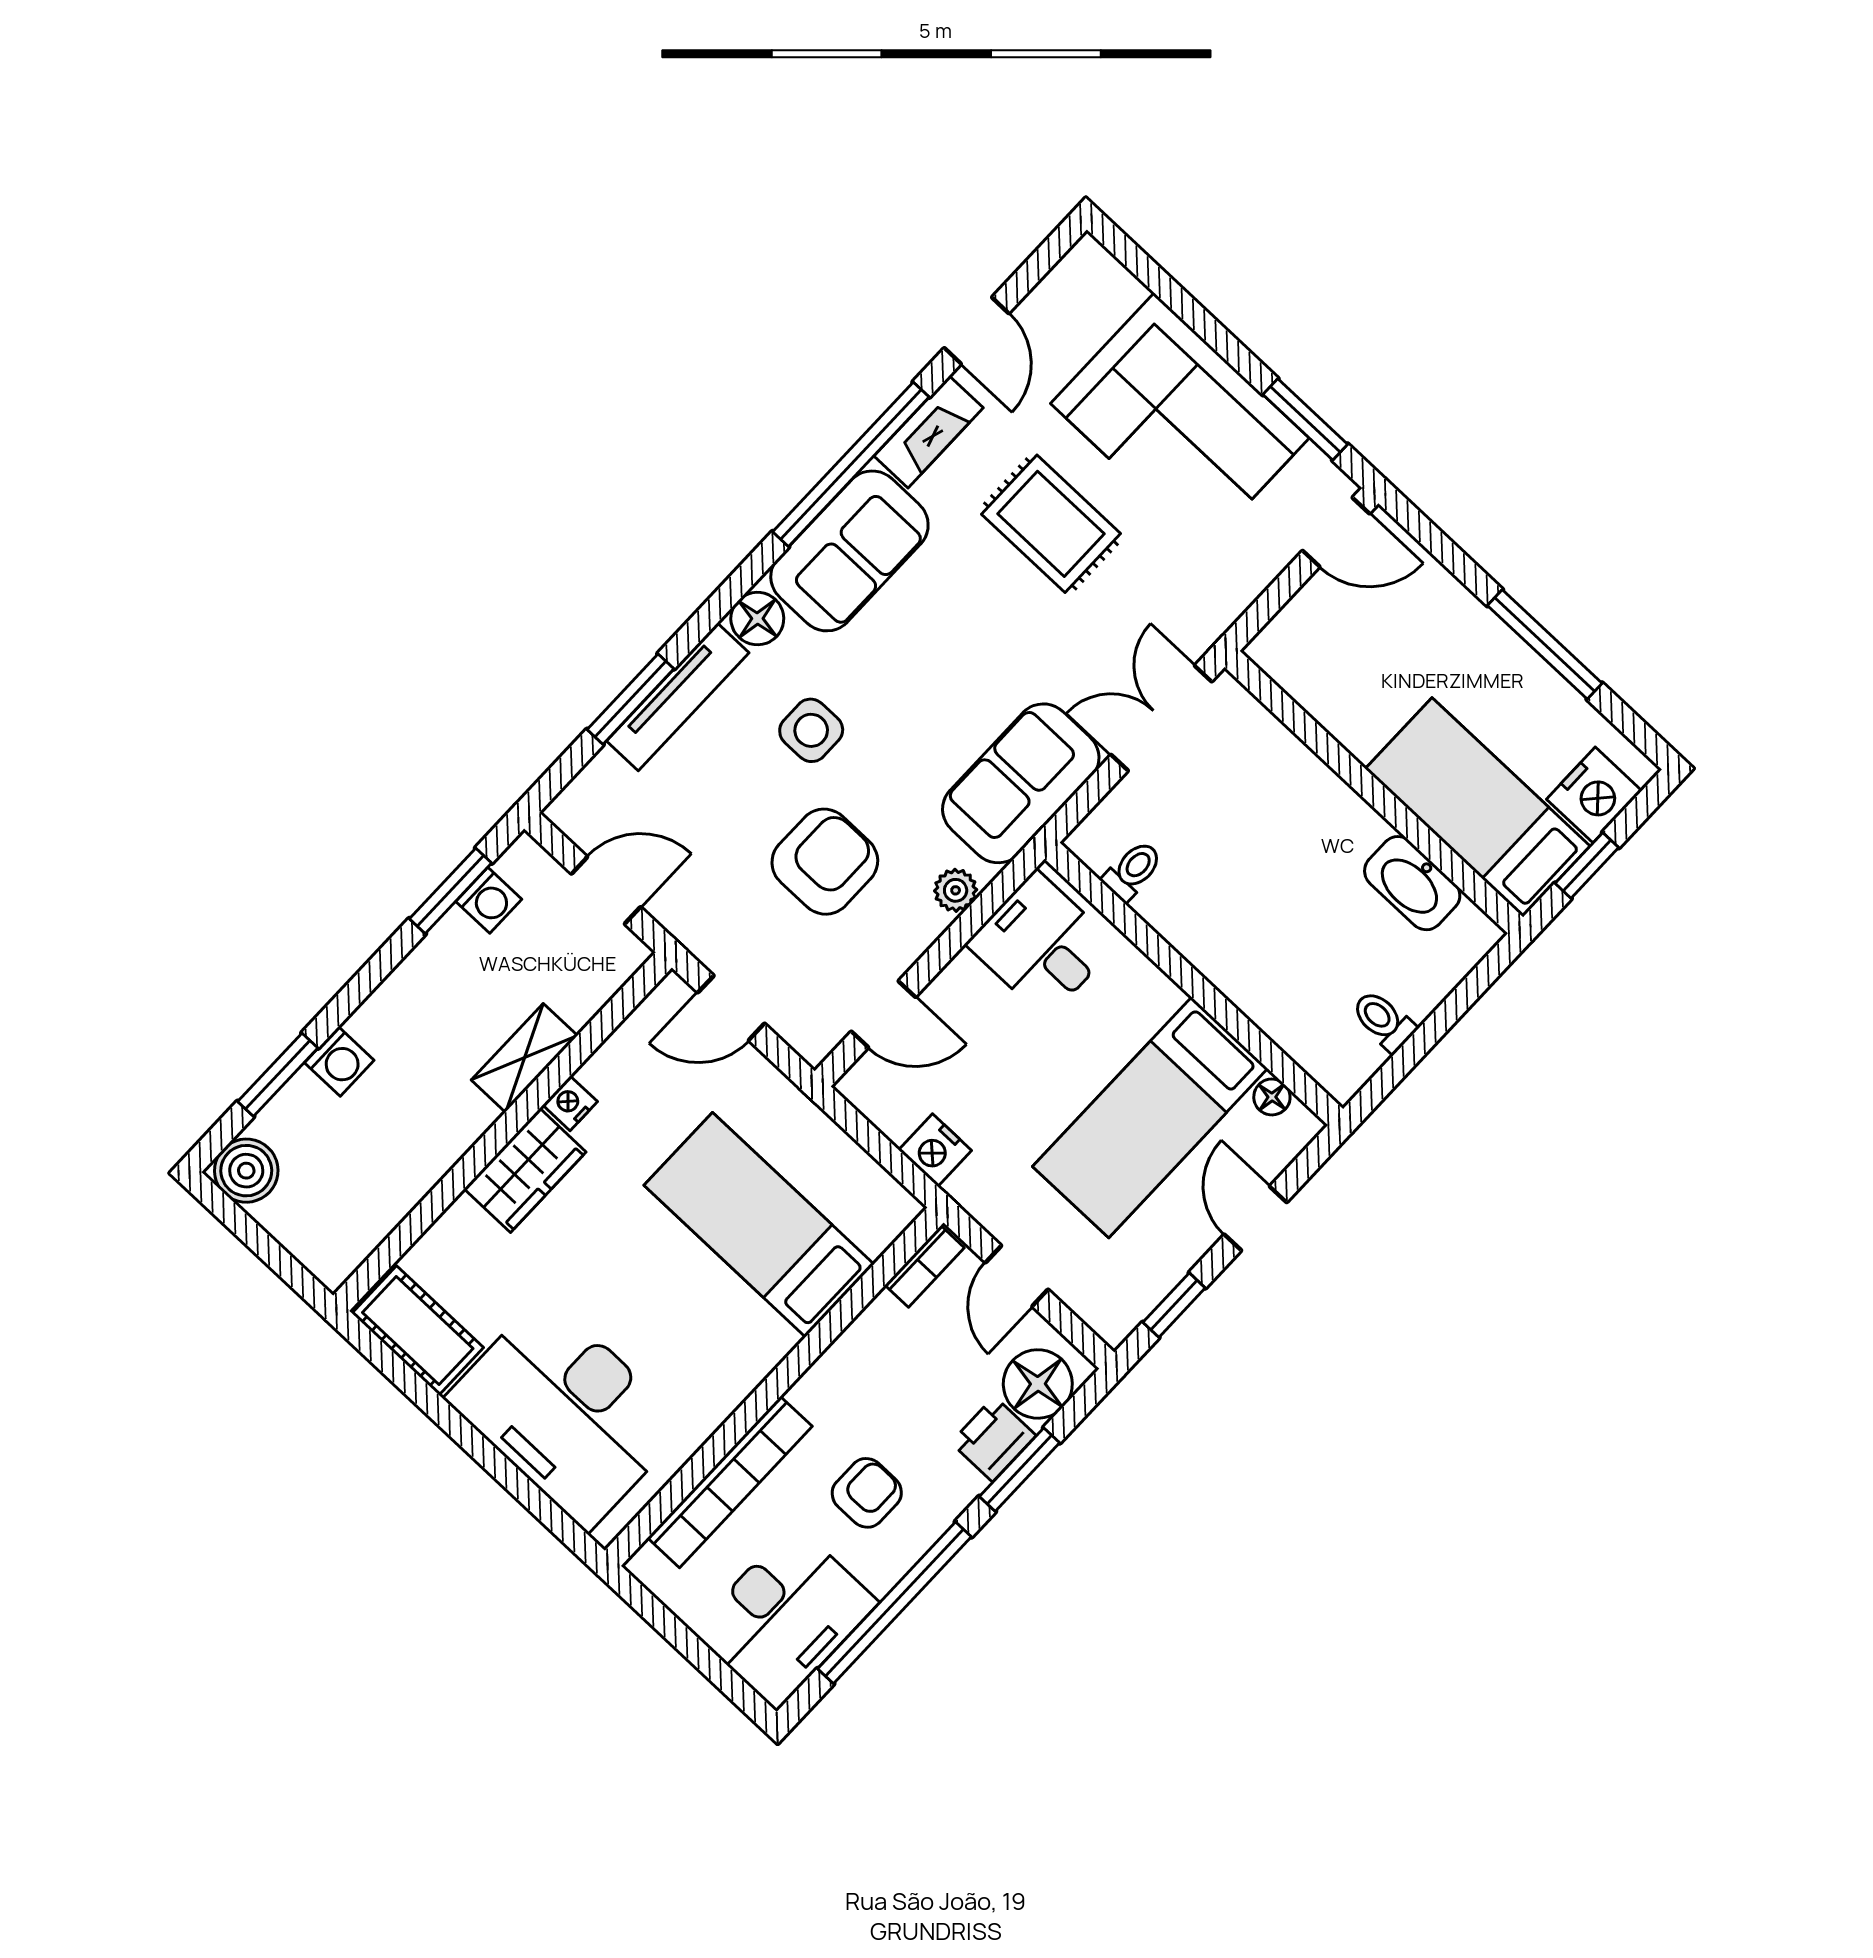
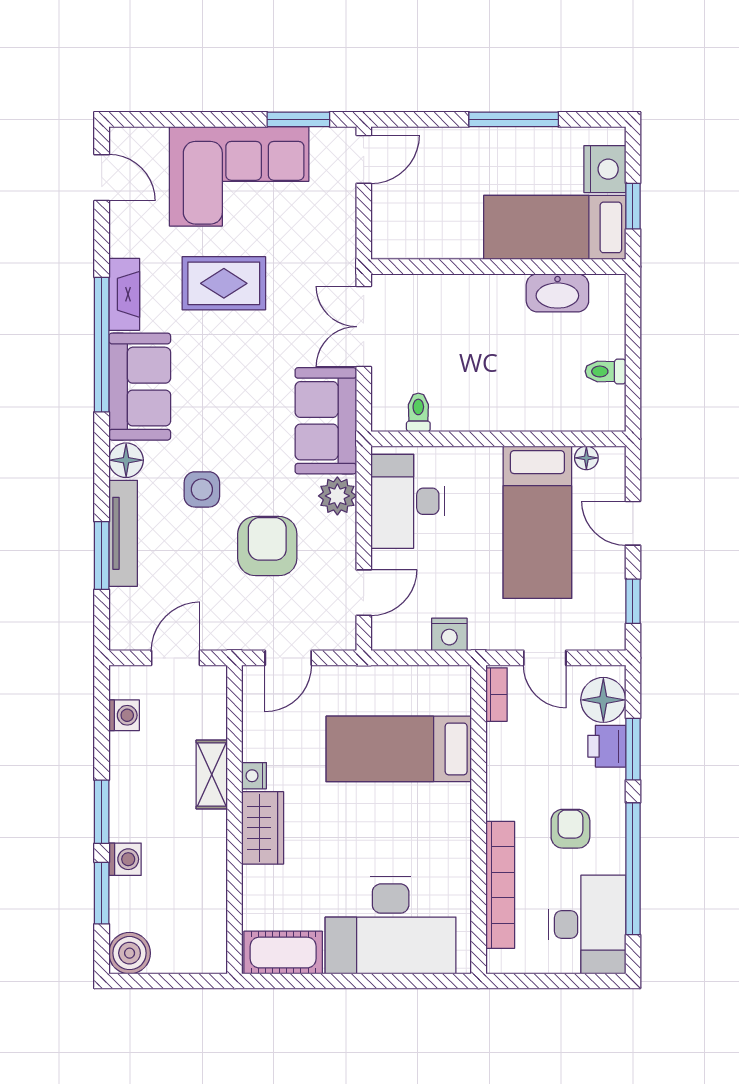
door: (976, 331) -> (102, 178), moved
plant: (956, 890) -> (337, 496), width x1.38, depth x1.38
window: (450, 891) -> (102, 812), moved
desk: (1041, 945) -> (408, 501), width x1.37

